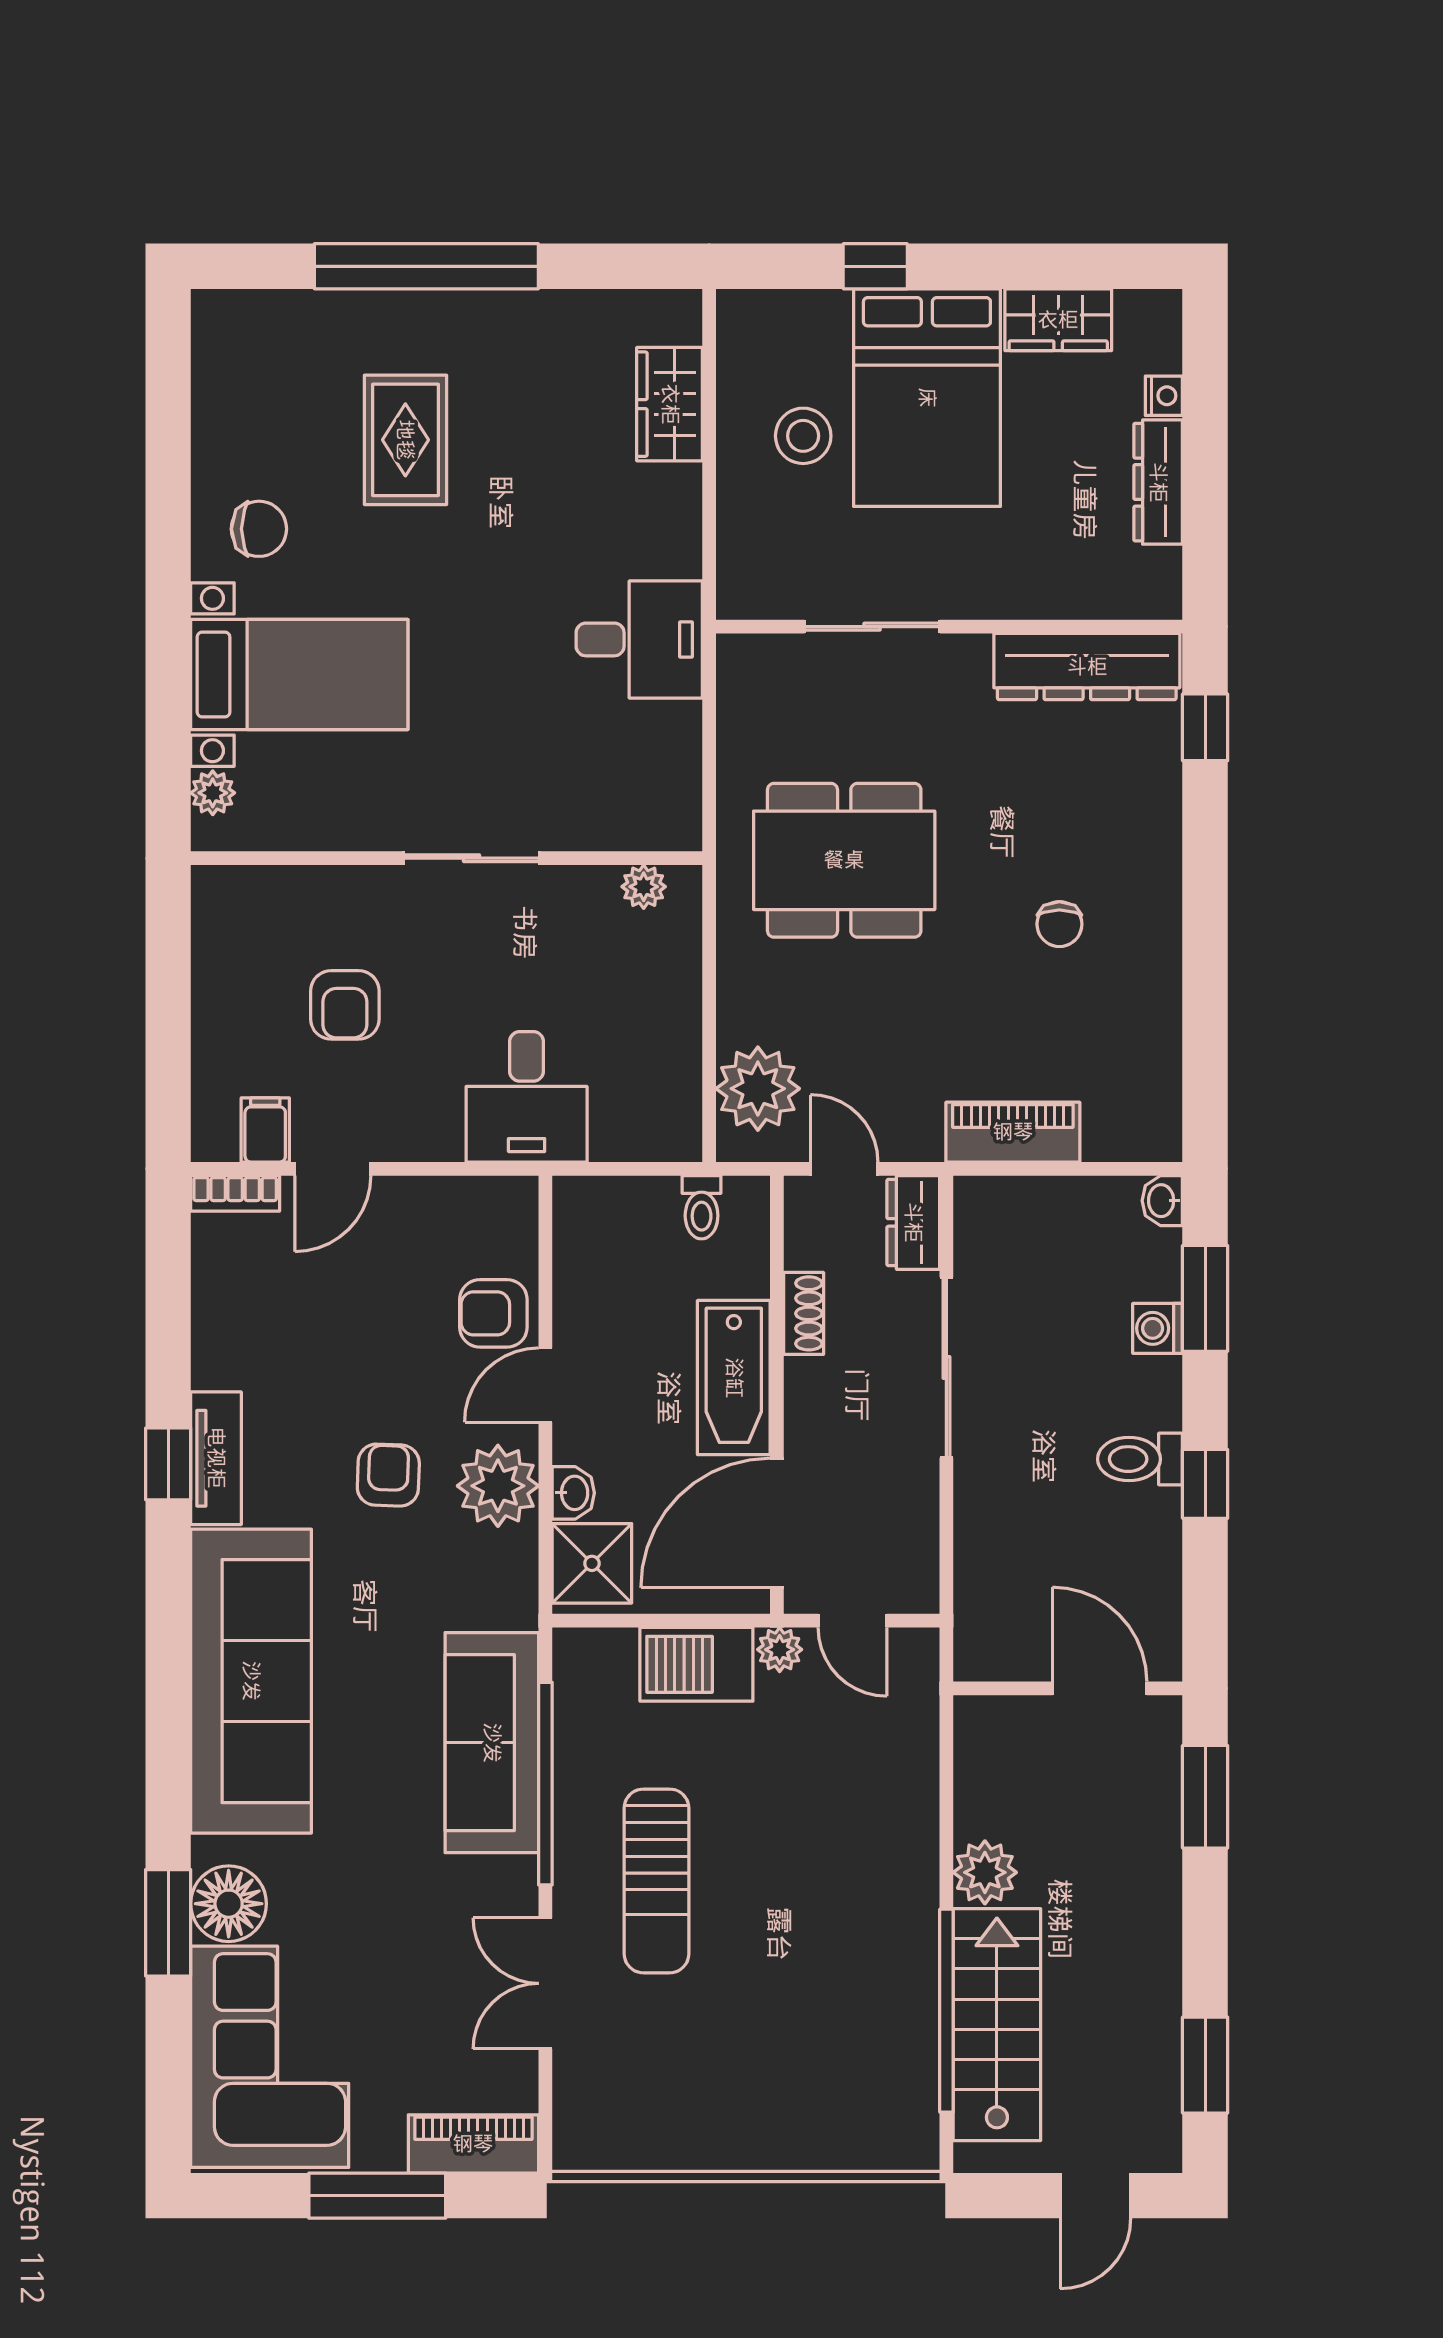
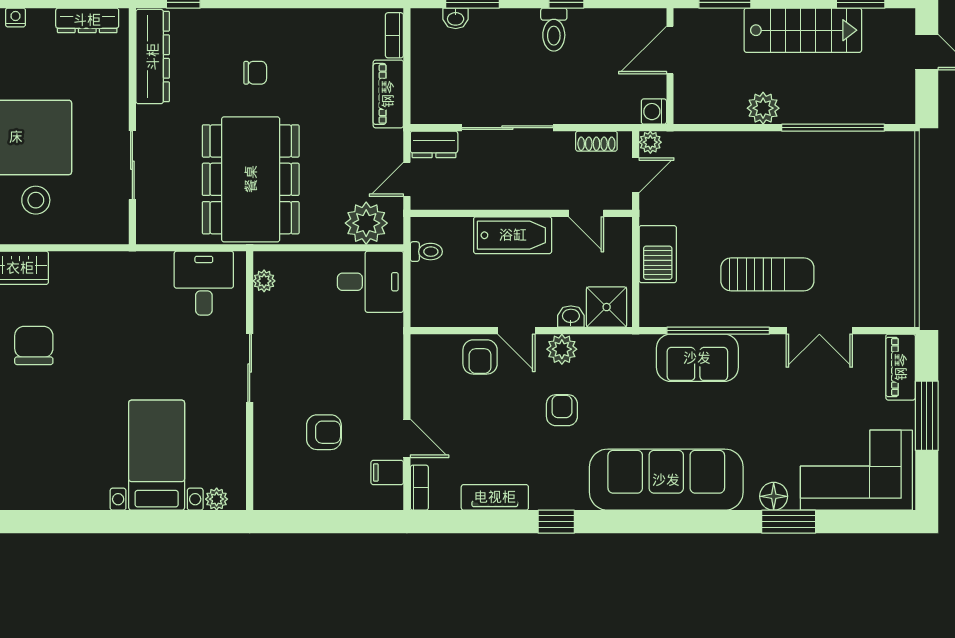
rug: (405, 440) -> (38, 401), removed
dresser: (1158, 482) -> (87, 20), moved
chair: (259, 529) -> (34, 345), moved, width x1.37, depth x1.37
desk: (639, 639) -> (204, 283), moved
dining table: (844, 860) -> (251, 179), width x1.36, depth x1.24
chair: (1059, 924) -> (255, 73), moved
desk: (527, 1097) -> (370, 282), moved
bookcase: (1129, 1144) -> (394, 35), added
washbasin: (1162, 1201) -> (456, 18), moved
shoe rack: (804, 1313) -> (596, 141), moved, turned 180
washing machine: (1158, 1328) -> (654, 112), moved, turned 90
tv unit: (216, 1458) -> (495, 497), moved
armchair: (388, 1475) -> (562, 410), turned 88
plant: (498, 1486) -> (562, 349), width x0.73, depth x0.73
door: (777, 1523) -> (586, 213), width x0.53
plant: (780, 1650) -> (650, 142), moved
sofa: (492, 1743) -> (697, 358), width x0.73
floor lamp: (229, 1904) -> (774, 496), width x0.73, depth x0.73
stairs: (997, 2025) -> (803, 30), moved, turned 180

